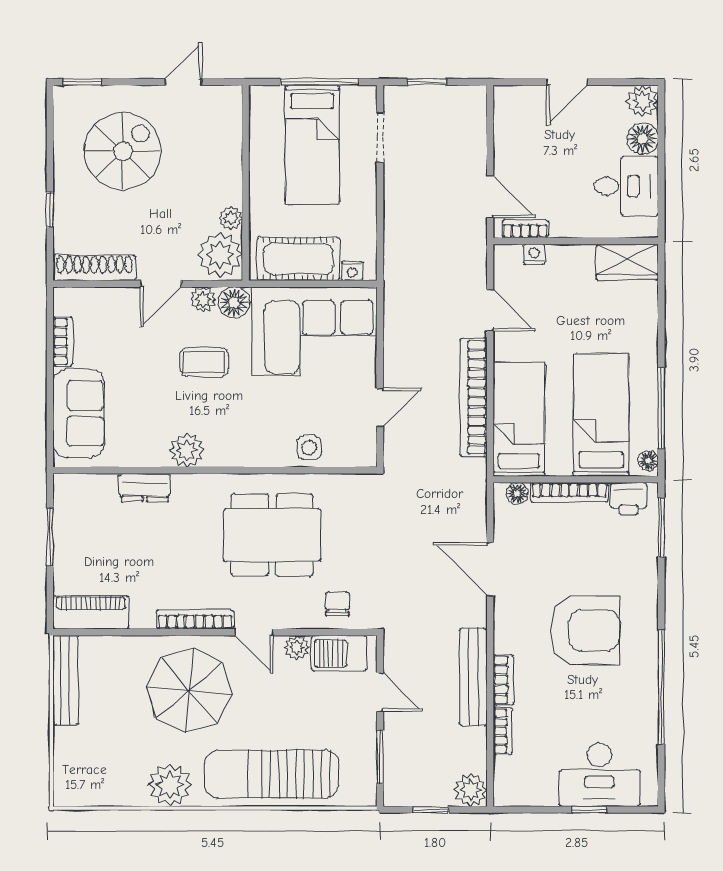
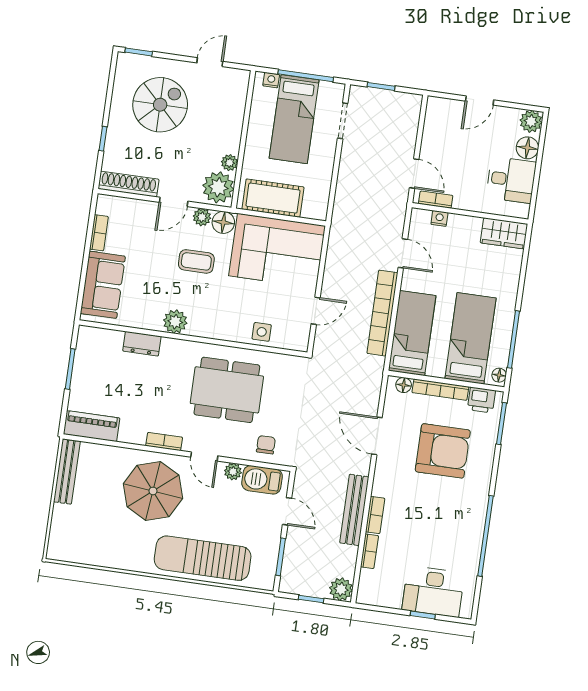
nightstand: (352, 271) -> (271, 80), moved, turned 180
bookcase: (195, 619) -> (164, 442), width x0.64
armchair: (585, 630) -> (443, 451), moved
plant: (170, 785) -> (130, 556), removed

